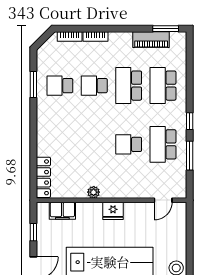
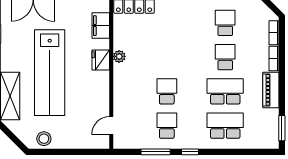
piano: (151, 40) -> (271, 90), moved
school desk: (163, 144) -> (167, 126), width x0.54
door: (163, 200) -> (111, 126), hinge flipped
fridge: (113, 211) -> (101, 60), moved

